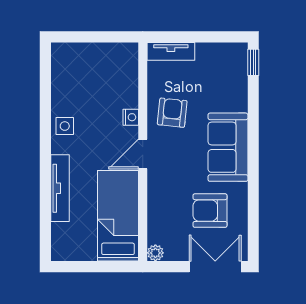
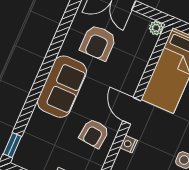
door: (143, 154) -> (132, 111), swing flipped
armchair: (210, 211) -> (98, 43), turned 90

